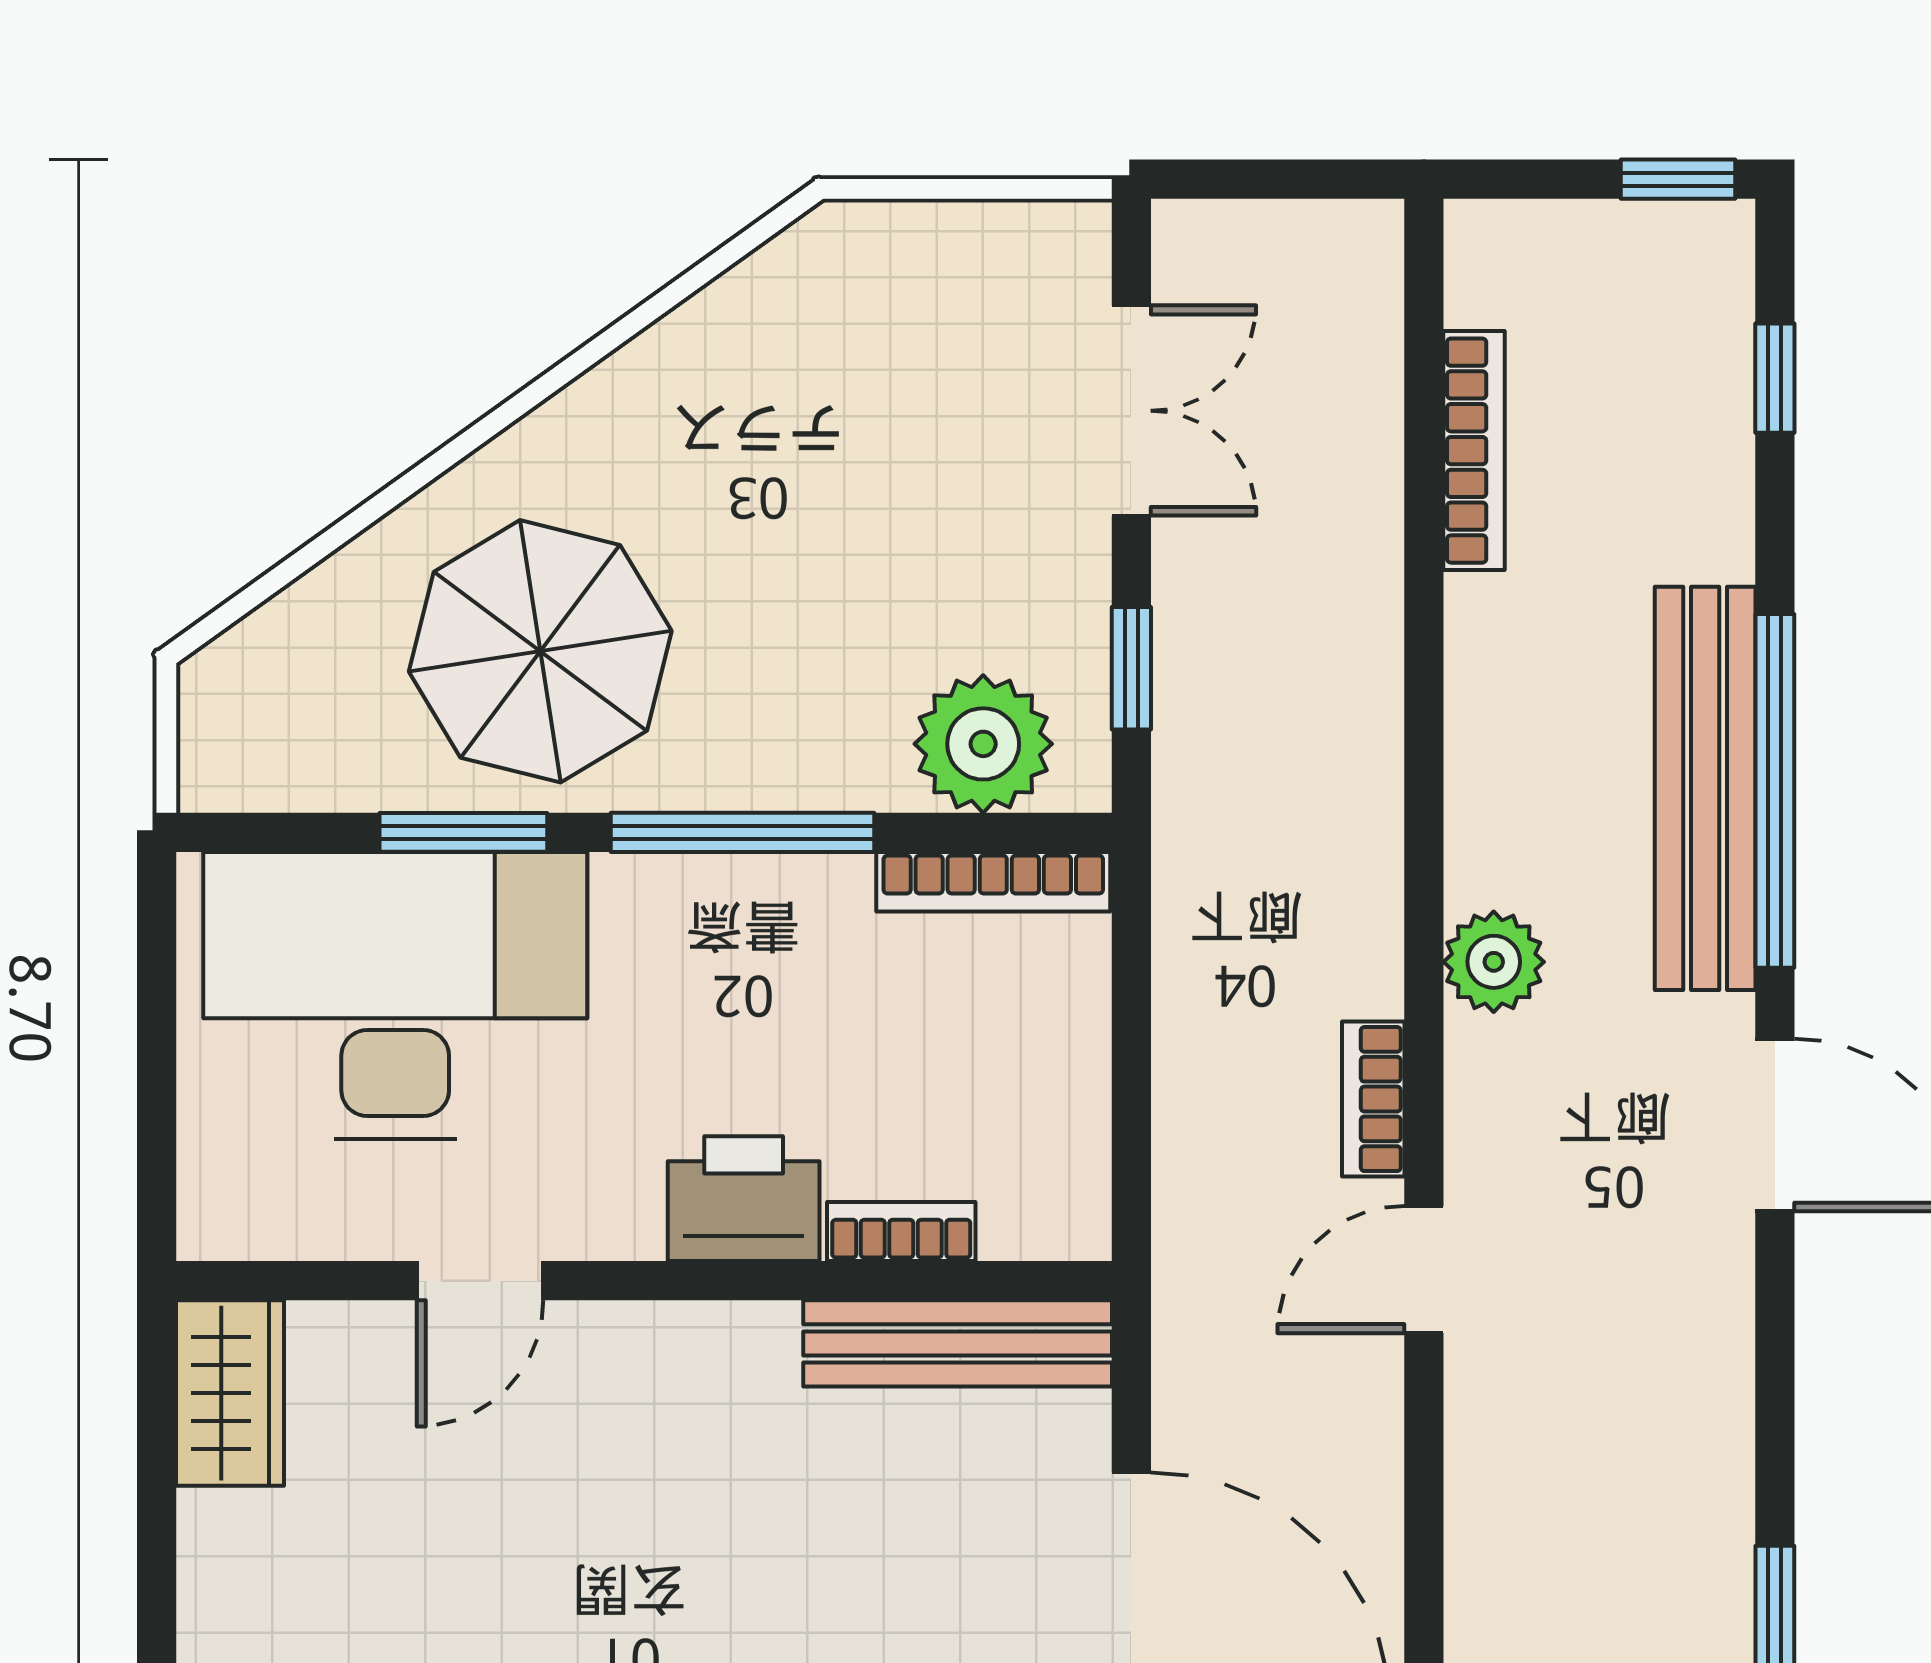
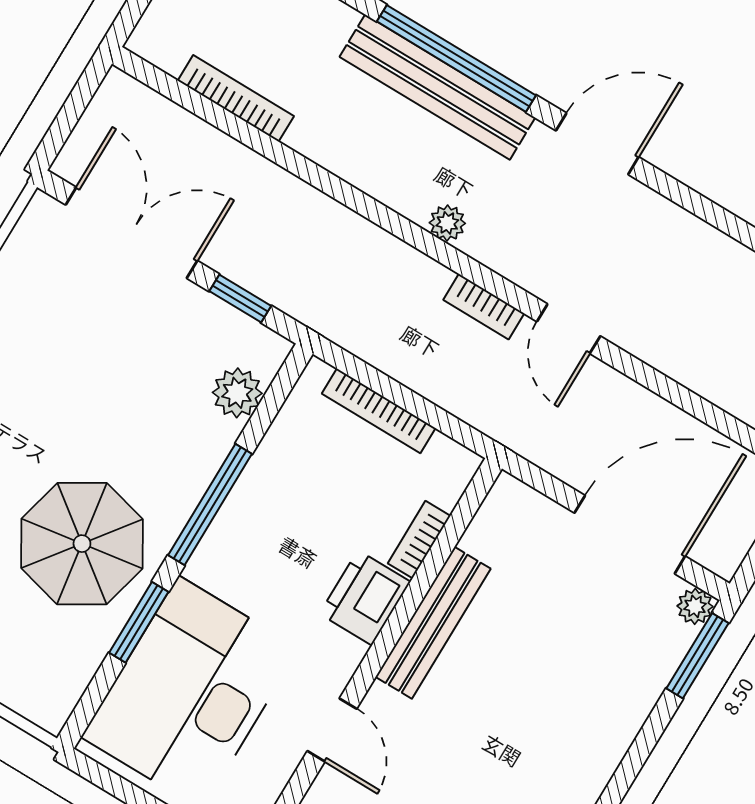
double door: (1131, 411) -> (131, 233), width x1.37
plant: (983, 744) -> (237, 393), width x0.73, depth x0.73
bookcase: (993, 882) -> (379, 411), moved, turned 90
plant: (1494, 962) -> (447, 223), width x0.73, depth x0.73
bench: (958, 1343) -> (433, 623), moved

